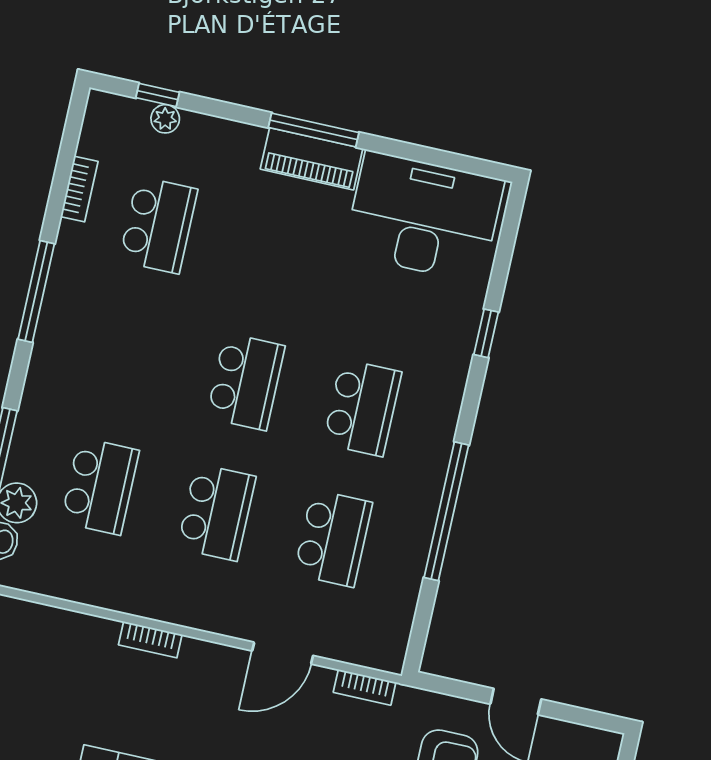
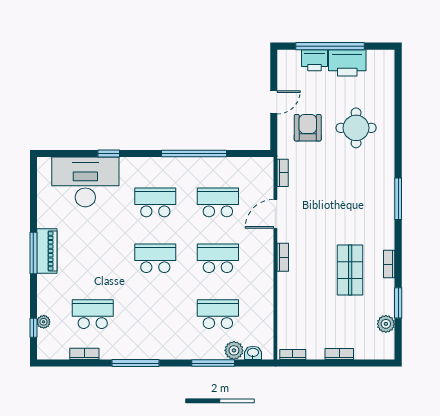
desk: (424, 217) -> (85, 182), moved, turned 90
bookcase: (150, 640) -> (283, 257), moved
door: (283, 653) -> (275, 214), swing flipped

